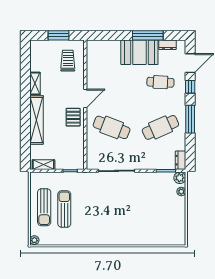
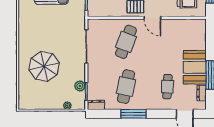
window: (190, 87) -> (163, 114), removed
cafe table: (160, 127) -> (126, 87), turned 36
plant: (180, 178) -> (80, 86), moved
parasol: (138, 217) -> (44, 66), added

